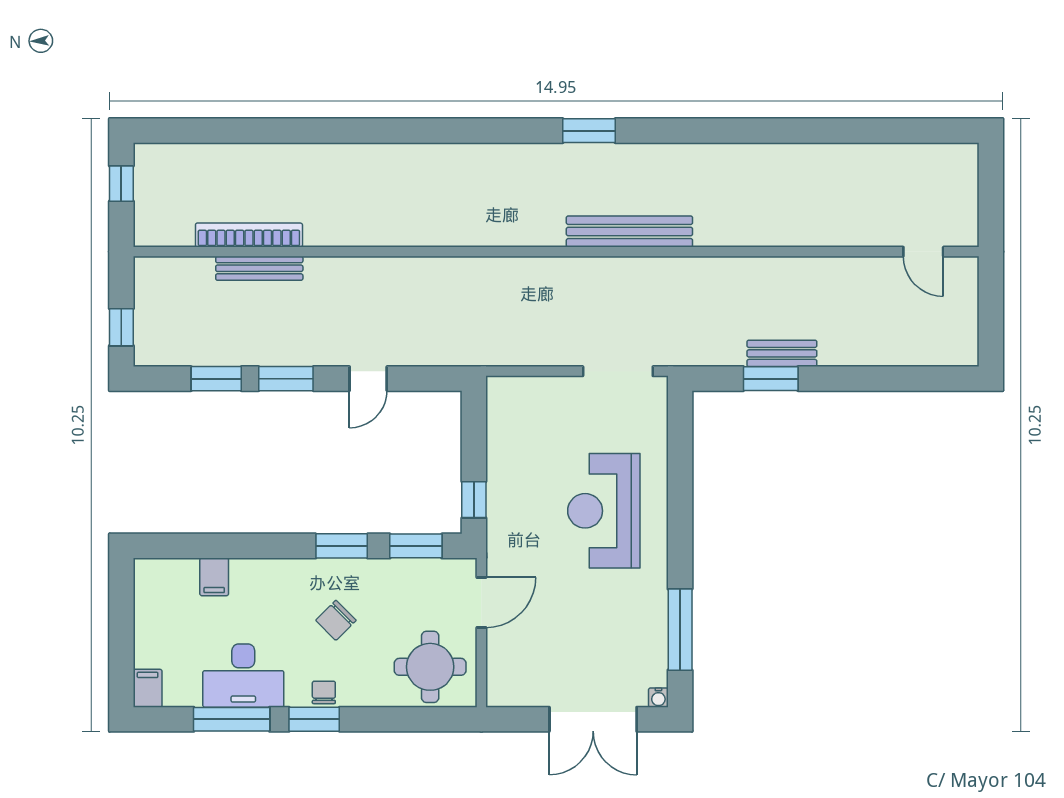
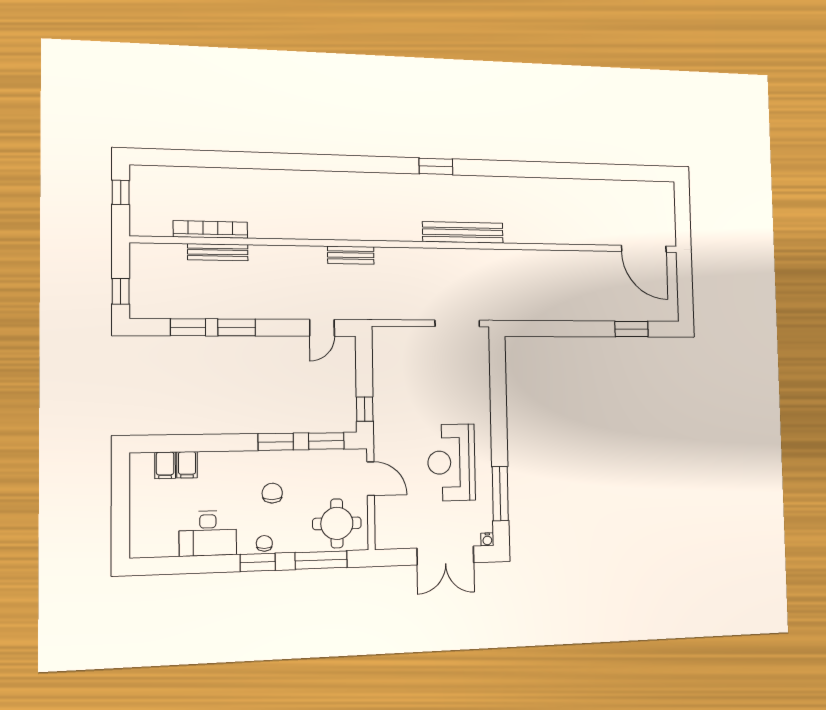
door: (923, 252) -> (644, 249), width x1.88
bench: (782, 353) -> (351, 255), moved
door: (368, 379) -> (322, 328), moved
window: (771, 379) -> (632, 329), moved
reception desk: (604, 511) -> (451, 462), moved
door: (481, 602) -> (371, 479), hinge flipped
chair: (336, 620) -> (272, 493), turned 135
filing cabinet: (148, 688) -> (165, 465), moved, turned 180
window: (232, 719) -> (321, 560), moved

